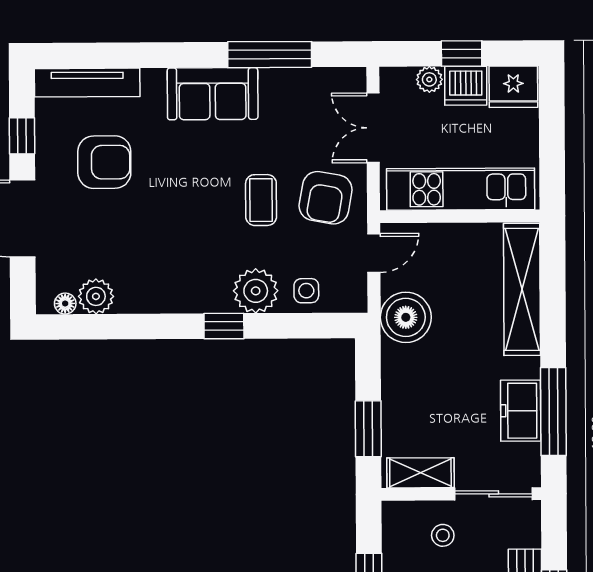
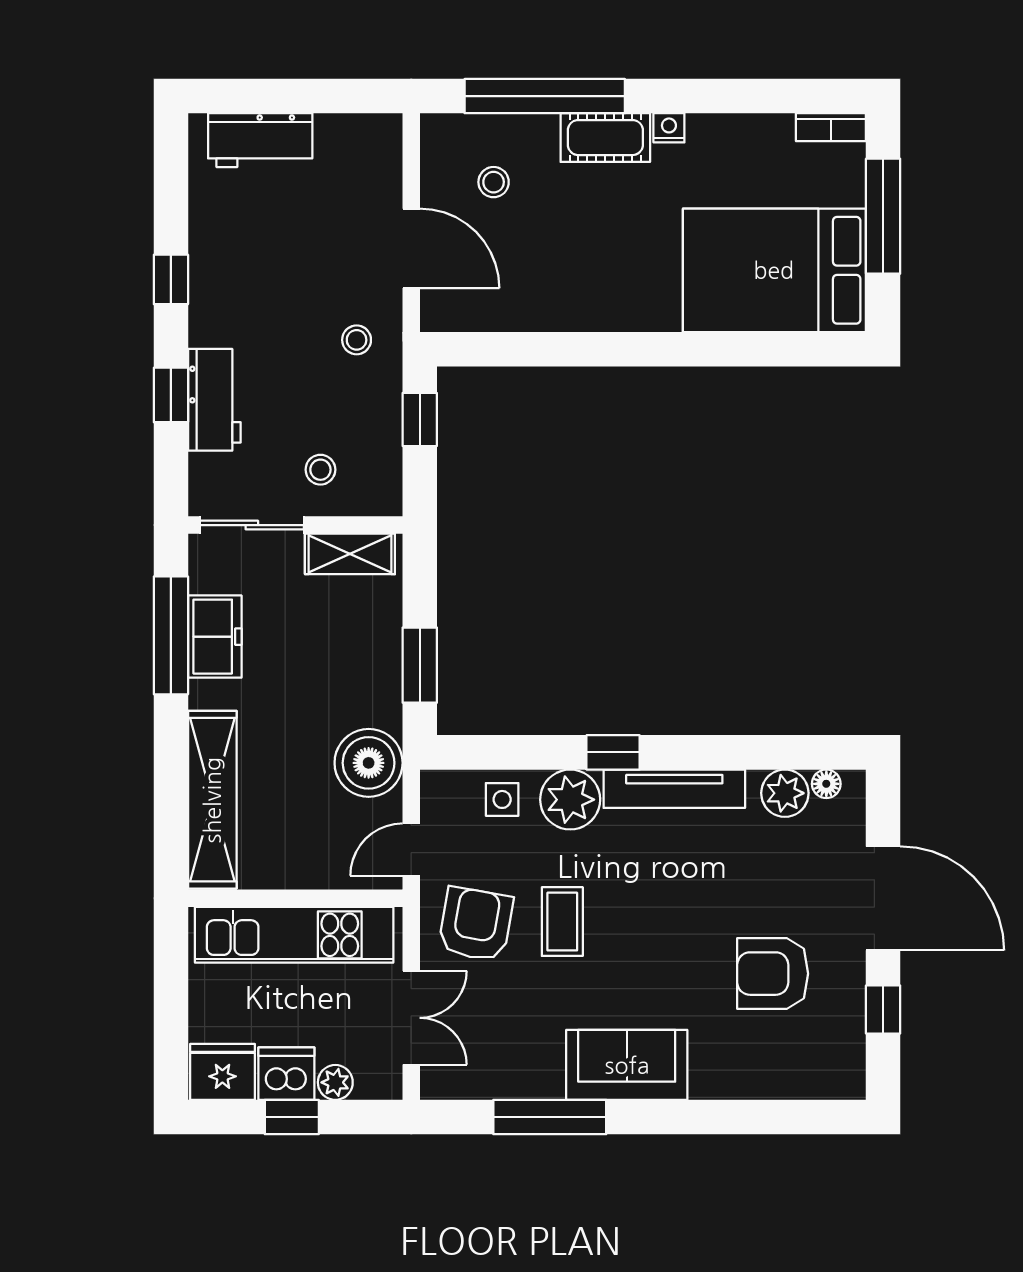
tv unit: (87, 83) -> (674, 789), moved, turned 180
window: (368, 429) -> (420, 665), moved

